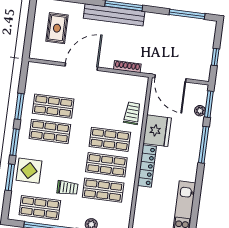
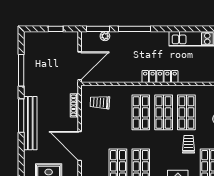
window: (187, 14) -> (21, 70), moved
trolley: (132, 113) -> (100, 102), moved
fridge: (157, 131) -> (128, 72), removed

